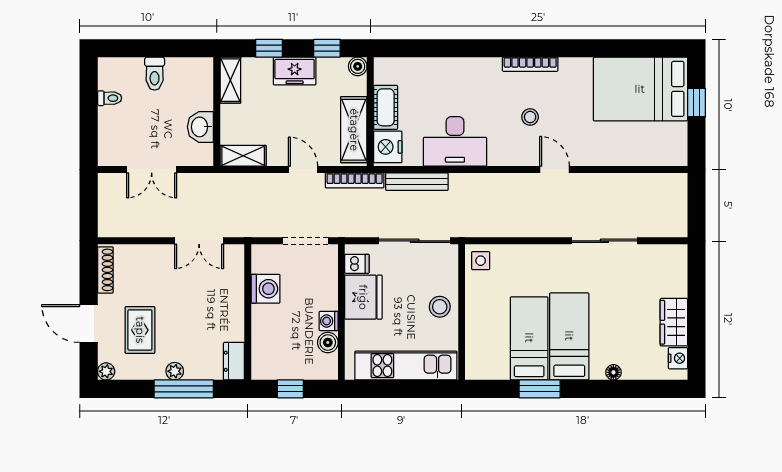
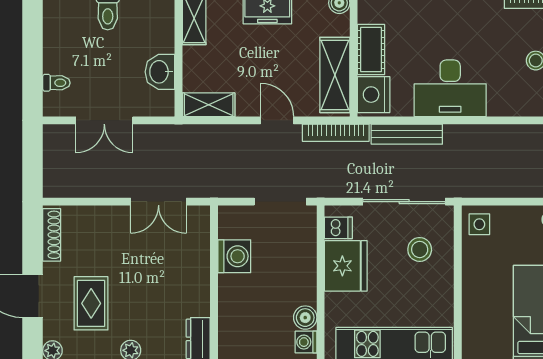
toilet: (110, 98) -> (56, 83), moved
stool: (440, 307) -> (420, 249), moved
washing machine: (329, 321) -> (306, 342), moved

